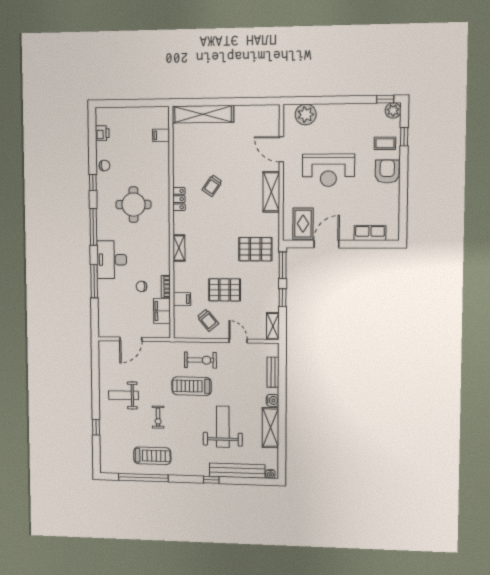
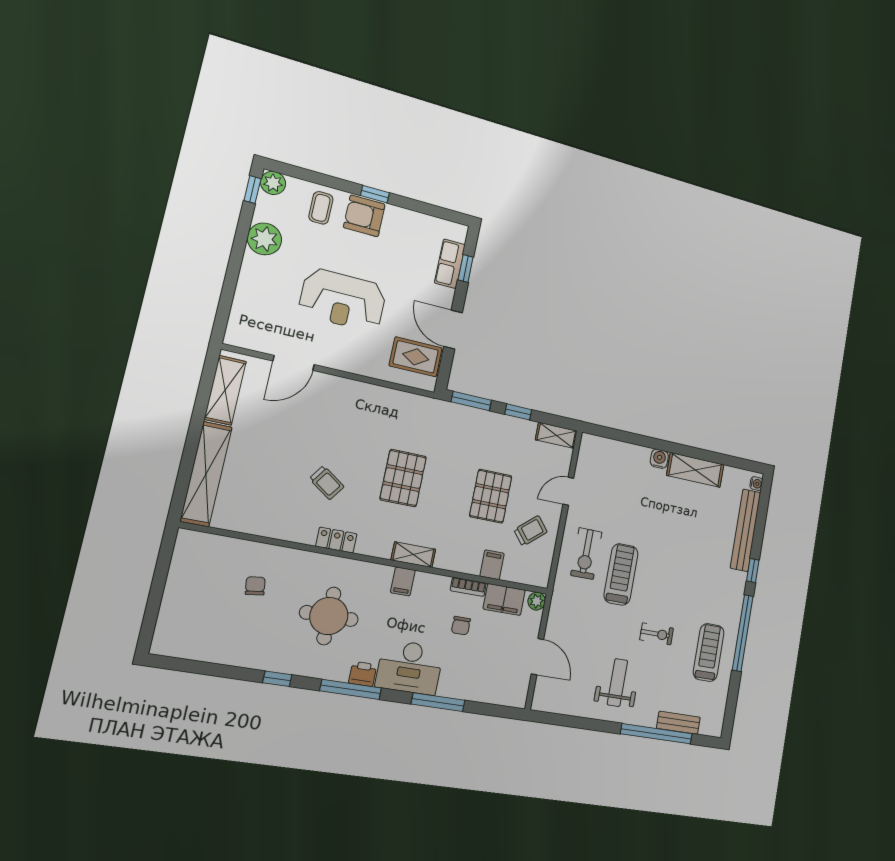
plant: (306, 115) -> (264, 239), moved
printer: (102, 133) -> (363, 674), moved
filing cabinet: (161, 135) -> (403, 581), moved
window: (404, 137) -> (375, 194), moved
chair: (105, 166) -> (255, 586), moved
reception desk: (328, 170) -> (343, 300), turned 90
shelving: (271, 192) -> (225, 390), moved, turned 90
window: (369, 244) -> (466, 268), added
pallet: (255, 249) -> (403, 478), moved
plant: (165, 332) -> (537, 601), added
exercise bike: (200, 360) -> (586, 554), turned 180
bench: (273, 372) -> (678, 723), moved
treadmill: (192, 386) -> (621, 574), turned 180
weight bench: (123, 395) -> (617, 682), turned 180
window: (96, 427) -> (657, 734), width x3.17
weight bench: (223, 427) -> (684, 539), removed
window: (143, 478) -> (743, 633), moved

